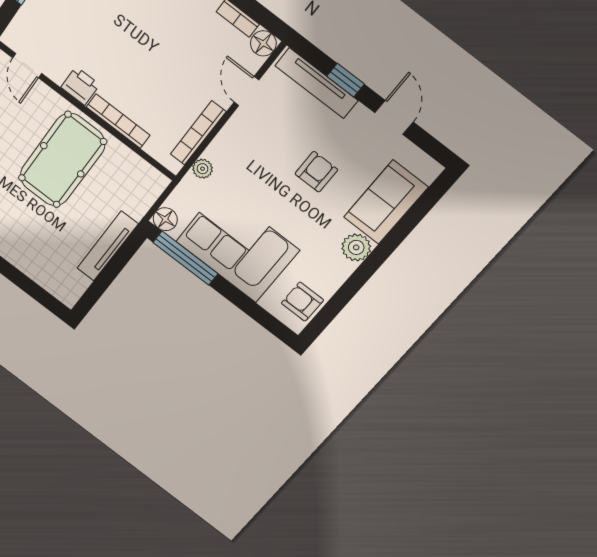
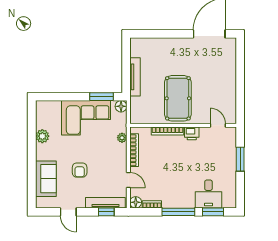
window: (346, 80) -> (106, 212), moved
plant: (356, 247) -> (42, 136), moved
window: (185, 258) -> (102, 97), width x0.69
armchair: (302, 302) -> (45, 115), removed

